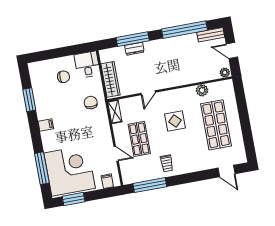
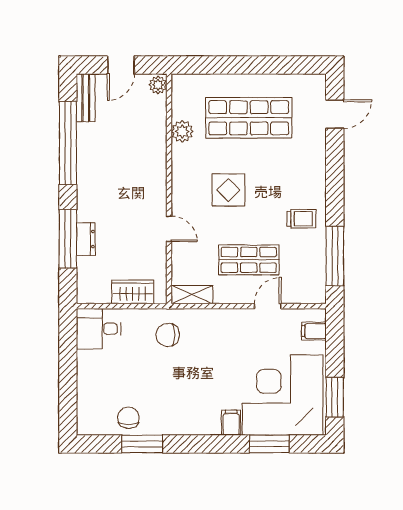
chair: (63, 77) -> (128, 418), moved
wardrobe: (110, 79) -> (133, 292), width x0.67
filing cabinet: (46, 125) -> (231, 423), moved
window: (42, 168) -> (269, 444), width x0.69

